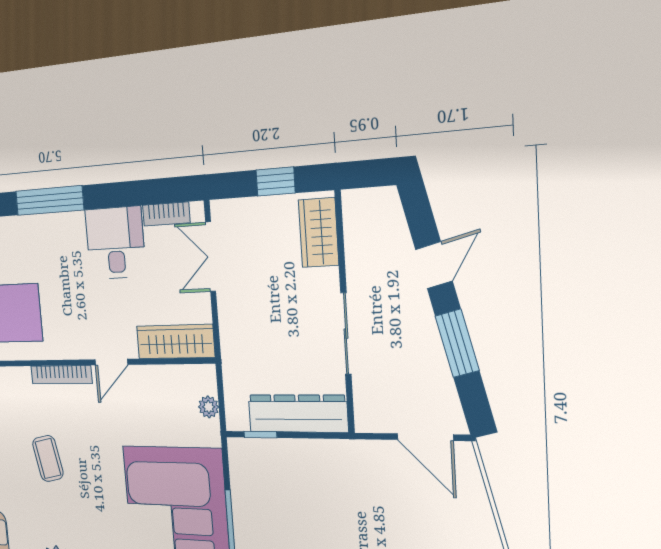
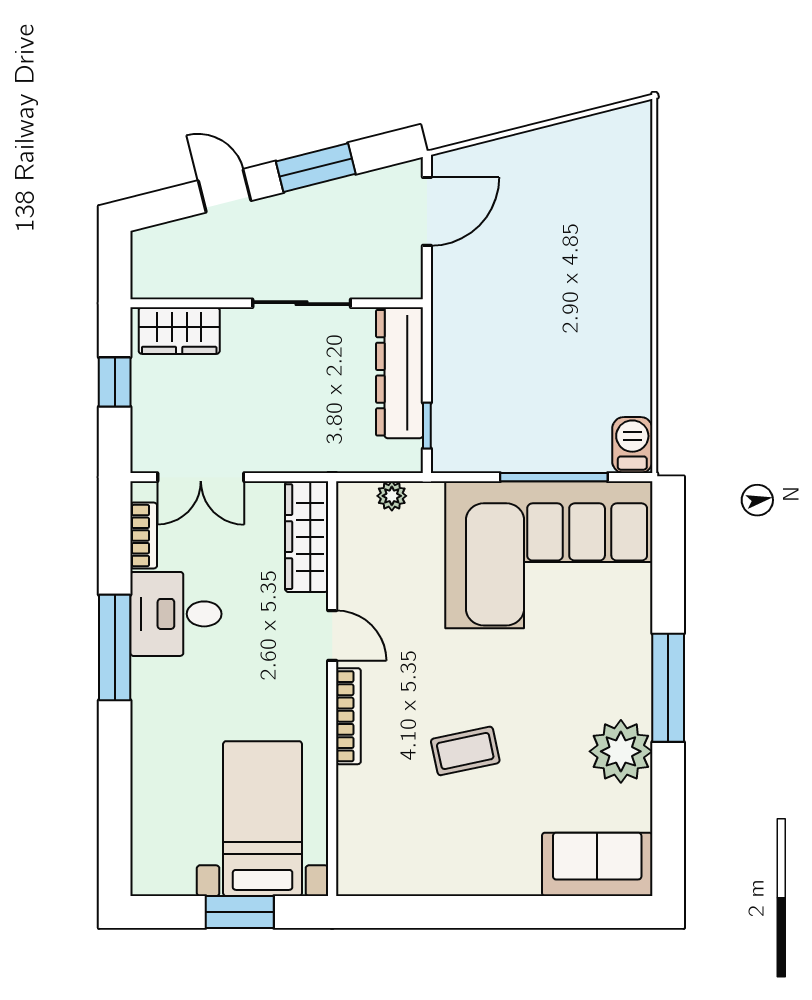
window: (50, 200) -> (115, 648), moved

